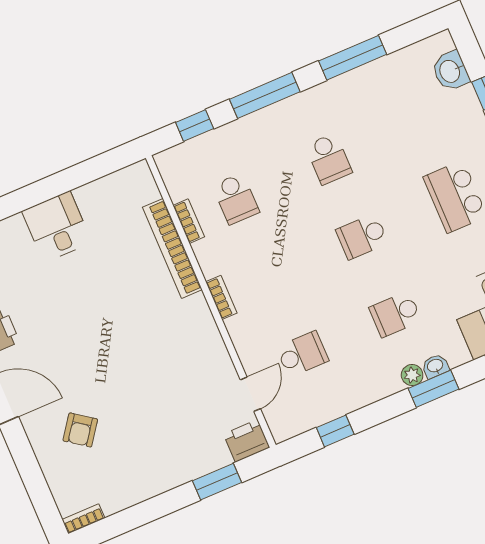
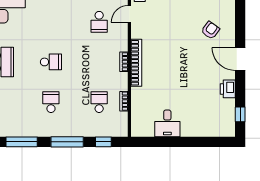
desk: (57, 227) -> (167, 123), moved
bookcase: (172, 248) -> (136, 63), moved
school desk: (395, 314) -> (51, 22), removed
school desk: (302, 354) -> (99, 22), turned -90

